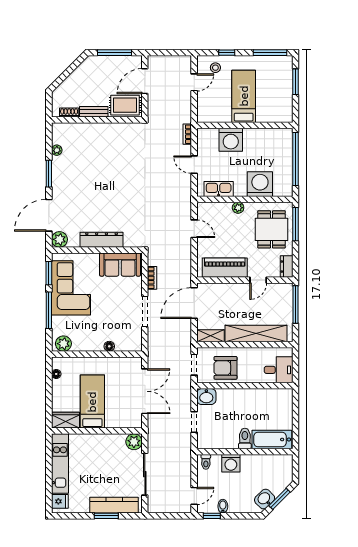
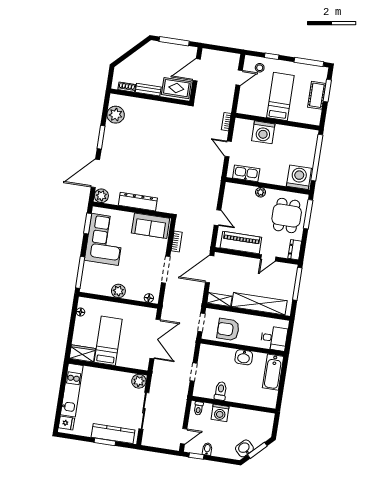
cot: (285, 89) -> (317, 95), added
plant: (57, 150) -> (116, 115), width x1.88, depth x1.88
washing machine: (260, 184) -> (299, 177), moved
door: (194, 229) -> (218, 218), moved
window: (49, 310) -> (80, 272), moved
plant: (63, 344) -> (118, 291), moved
floor lamp: (109, 346) -> (149, 298), moved
washbasin: (206, 397) -> (244, 357), moved
toilet: (245, 438) -> (221, 391), moved
bathtub: (272, 439) -> (273, 372), moved, turned -90

